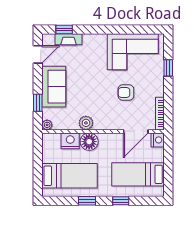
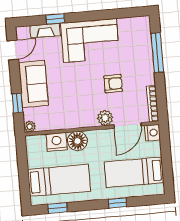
window: (64, 30) -> (55, 19), moved
corner sofa: (133, 52) -> (90, 41), moved
window: (168, 68) -> (157, 53), width x2.17
armchair: (126, 93) -> (113, 84), turned 180
plant: (86, 123) -> (105, 118), moved
window: (87, 201) -> (57, 208), moved

